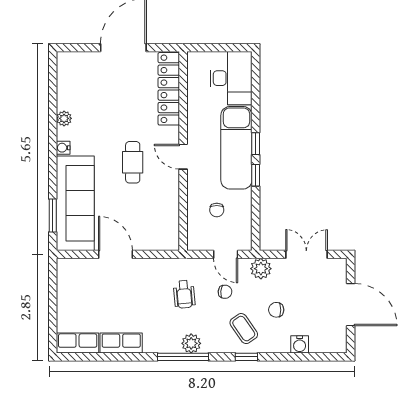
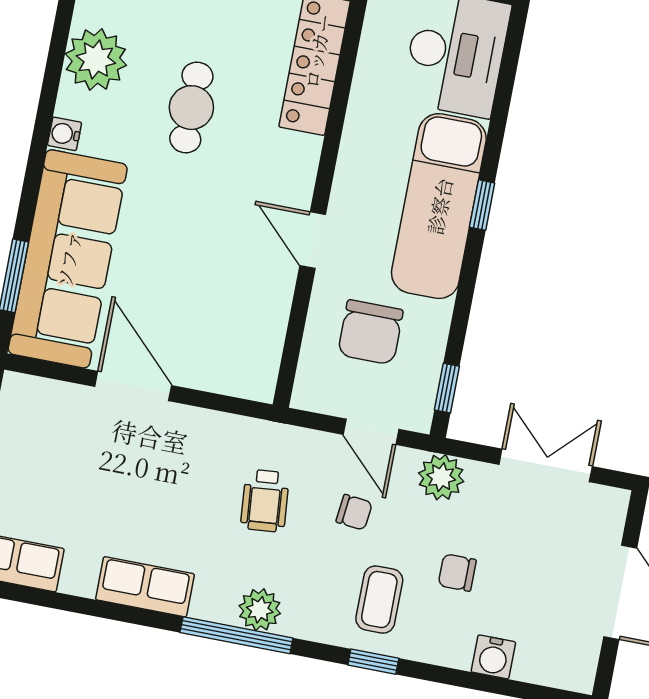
plant: (64, 118) -> (96, 59), width x1.87, depth x1.87
door: (183, 157) -> (313, 240), moved
cafe table: (133, 162) -> (191, 108), moved
window: (256, 175) -> (447, 388), moved
chair: (217, 210) -> (370, 332), width x1.87, depth x1.87
coffee table: (244, 329) -> (379, 600), turned 35
row of seats: (121, 343) -> (145, 587), moved

